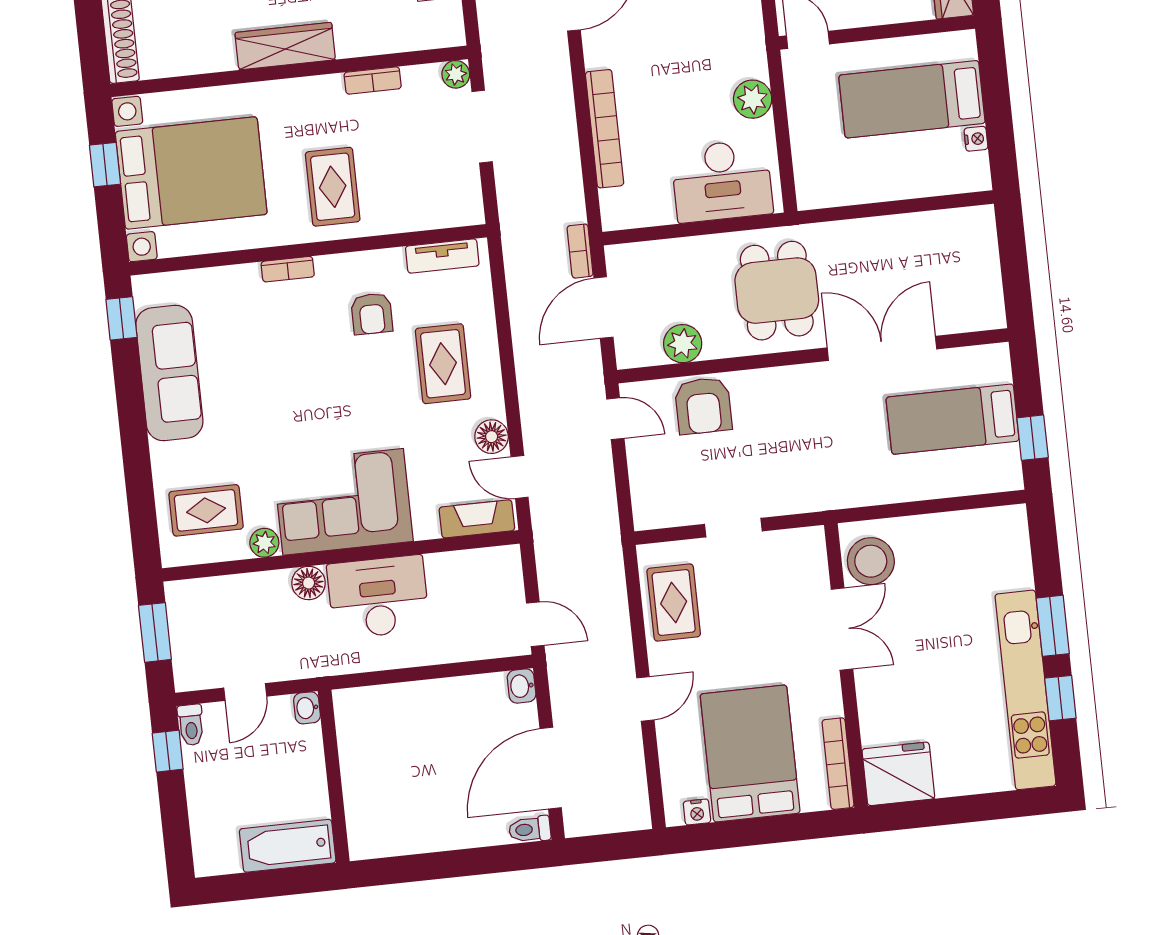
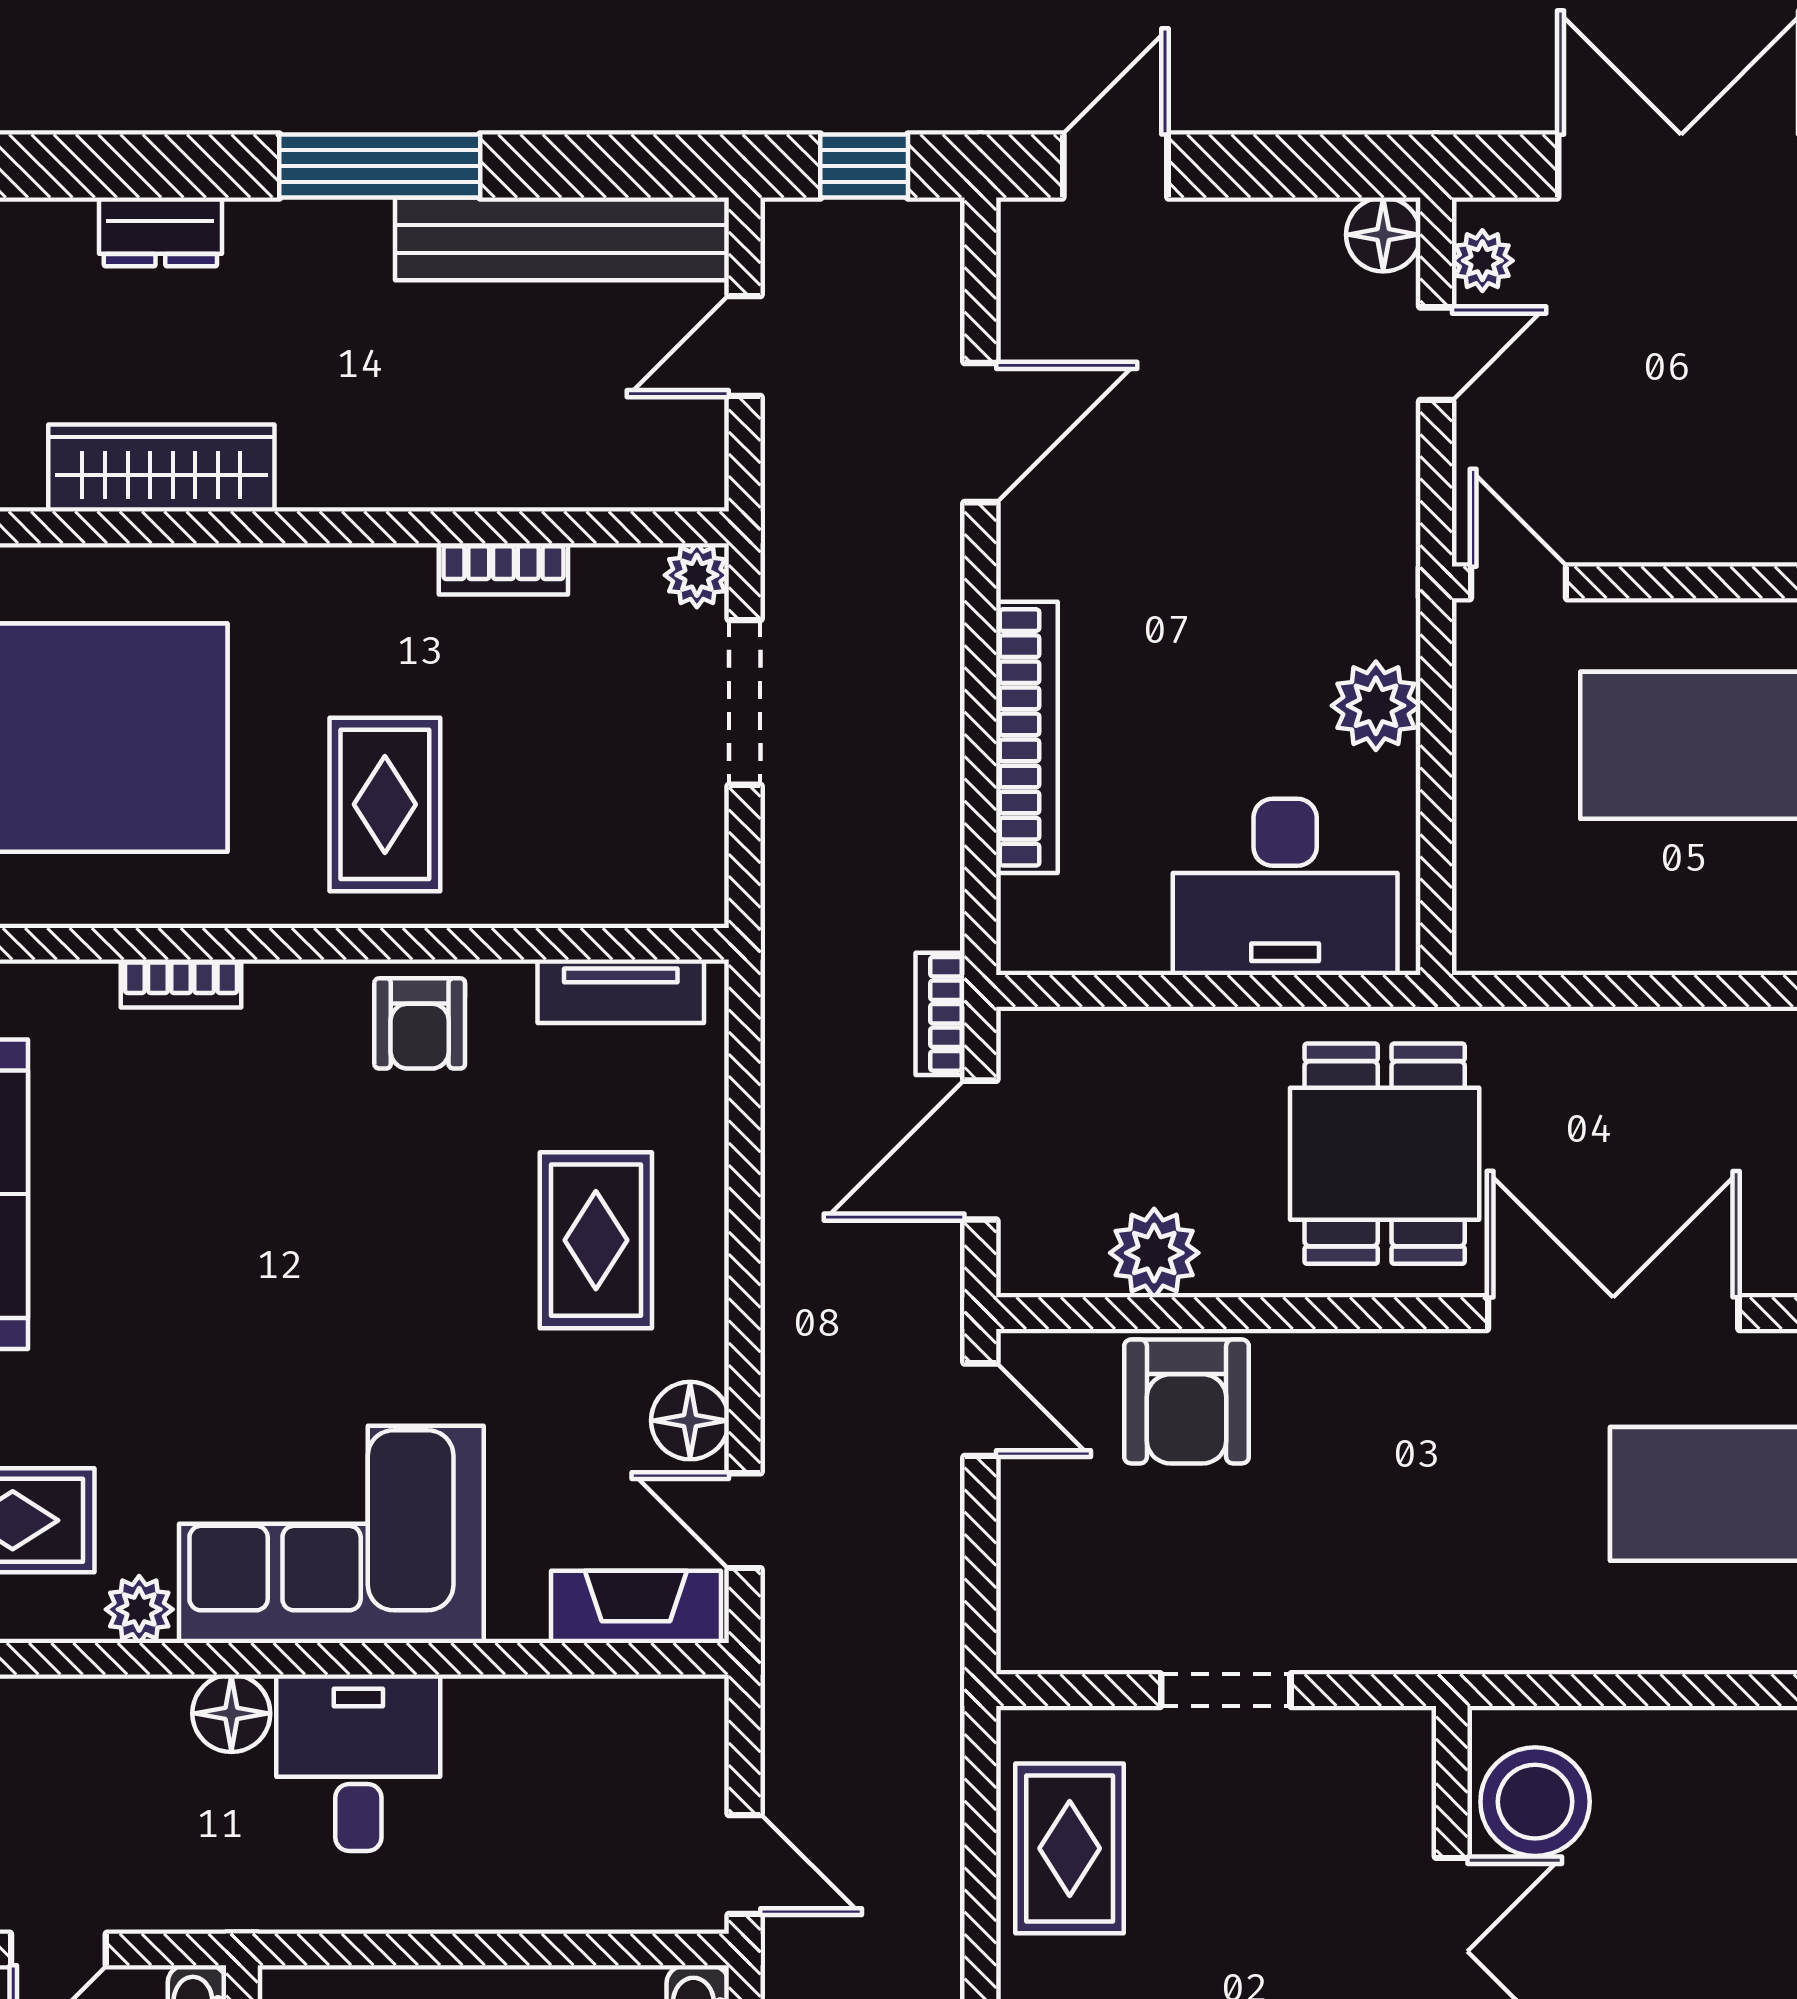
wardrobe: (285, 46) -> (161, 468), moved
bookcase: (288, 269) -> (181, 984), moved
armchair: (372, 314) -> (420, 1023), moved
desk: (378, 597) -> (358, 1763), width x0.73

